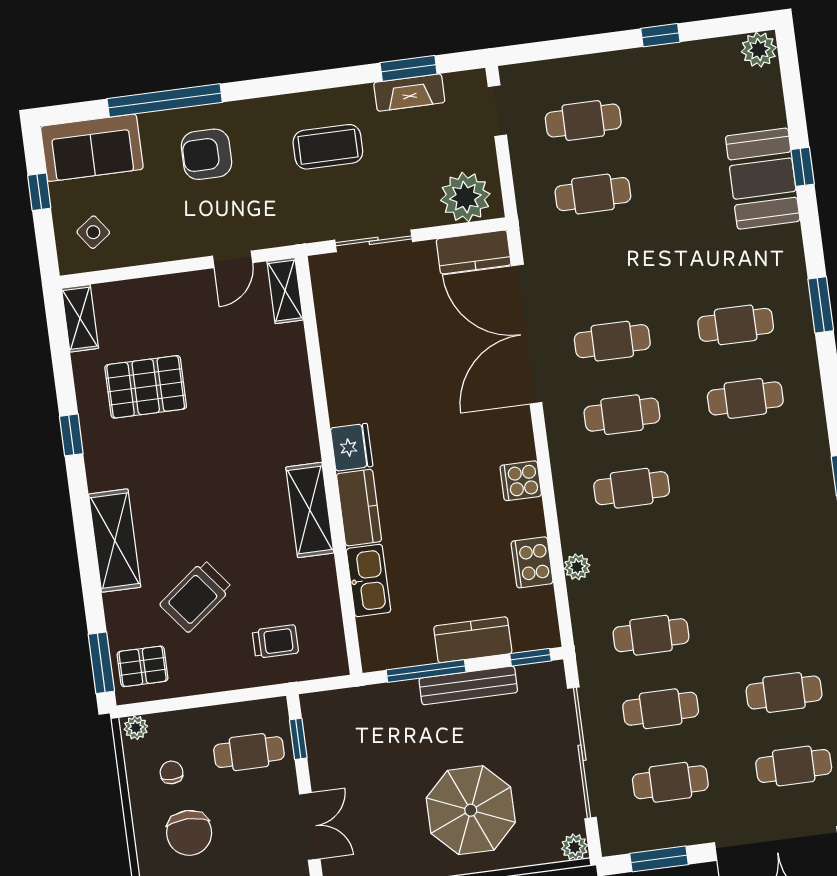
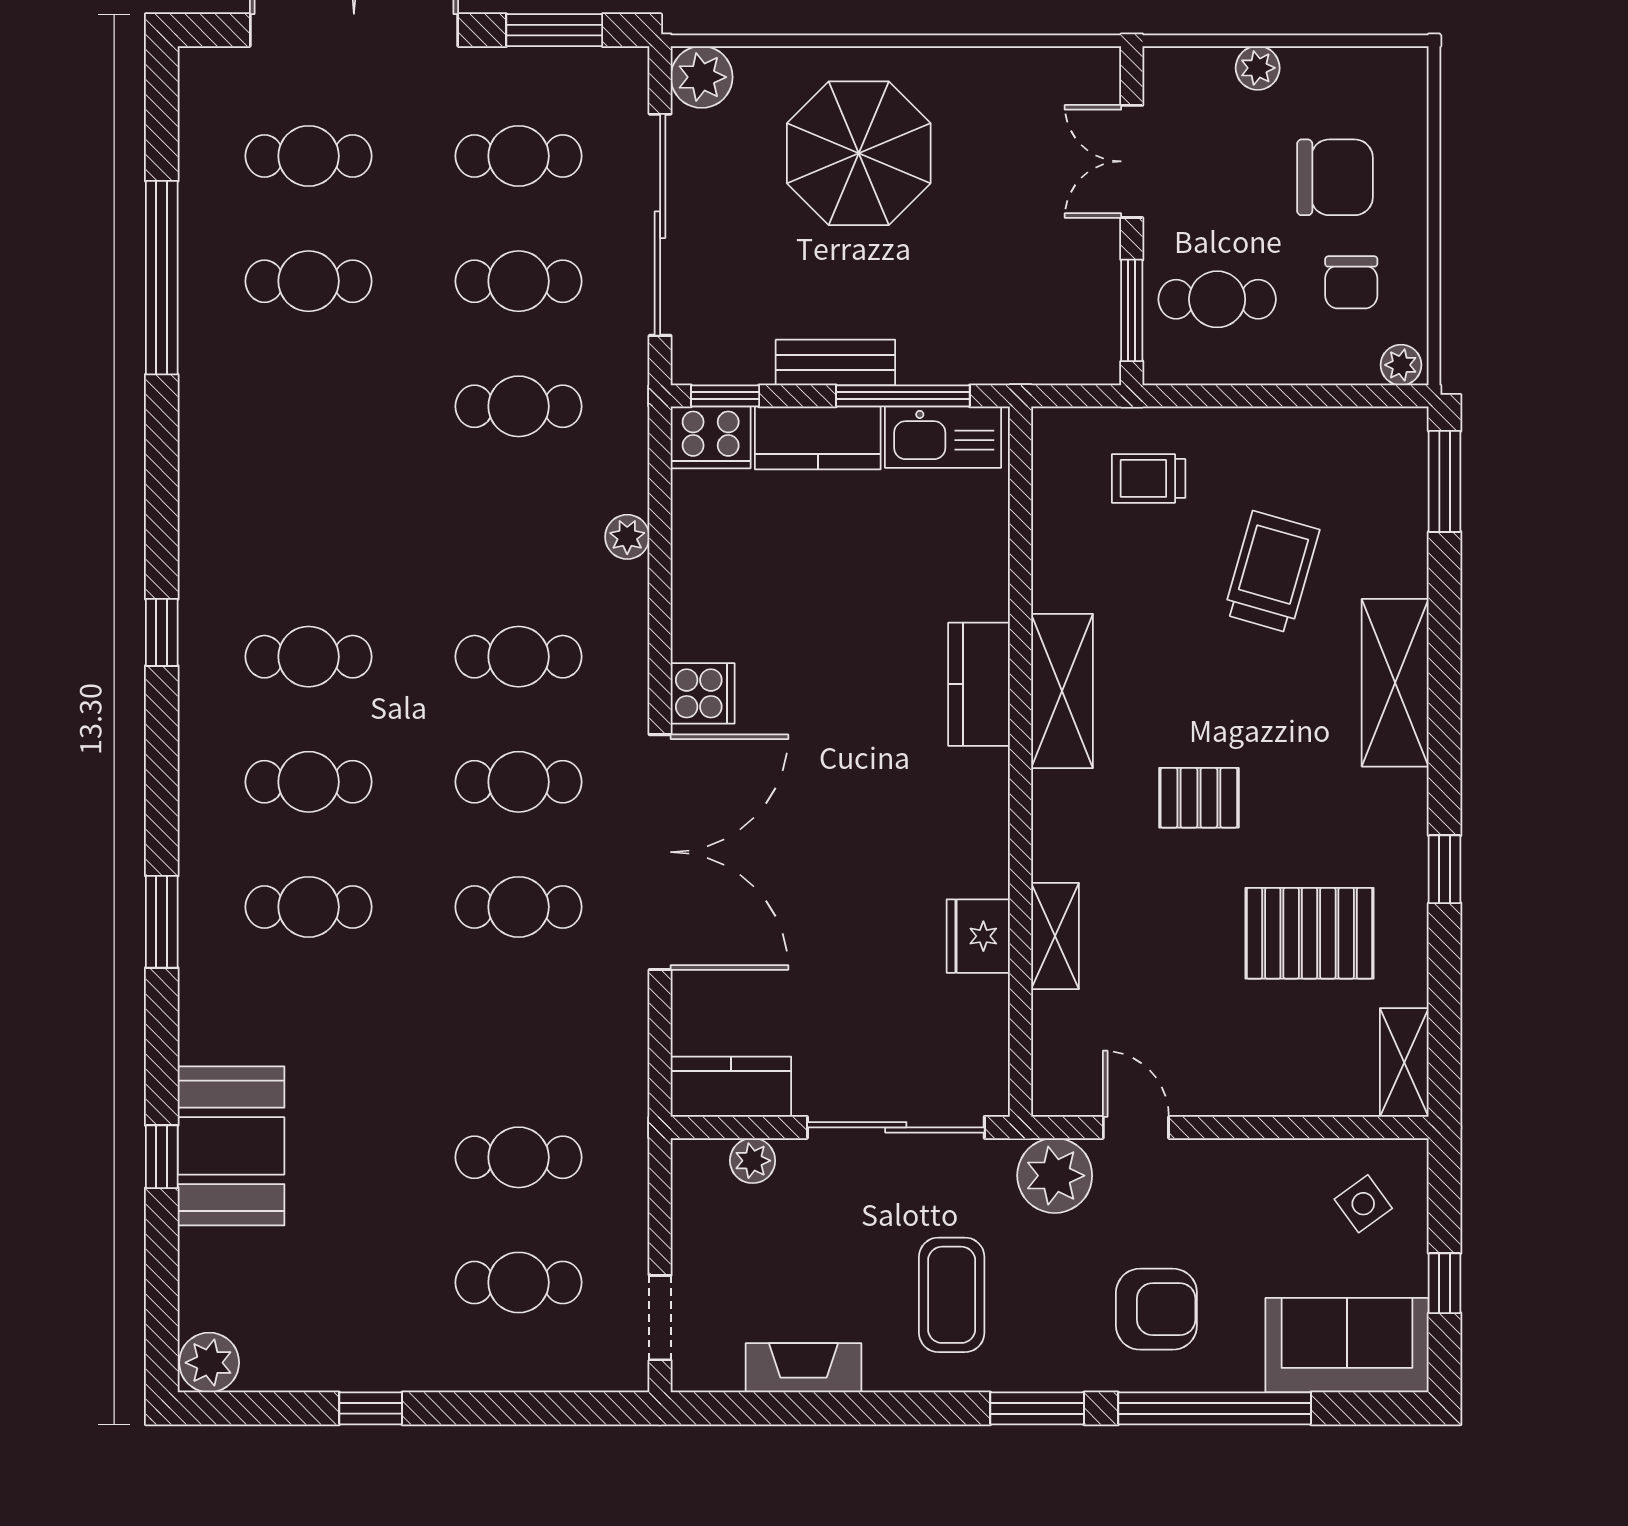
window: (409, 68) -> (1037, 1408), moved
coffee table: (328, 147) -> (952, 1295), turned 90
plant: (465, 197) -> (753, 1161), width x0.53, depth x0.53
plant: (277, 225) -> (1055, 1176), added
sliding door: (374, 241) -> (896, 1127), width x1.37
door: (233, 259) -> (1136, 1127), hinge flipped
shelving: (285, 291) -> (1055, 936), moved
double door: (527, 334) -> (660, 852), moved
fridge: (352, 447) -> (978, 936), moved
cafe table: (755, 472) -> (309, 657), added
cooker: (532, 562) -> (711, 437), moved, turned 90
kitchen sink: (368, 580) -> (943, 437), moved, turned -90
trolley: (196, 596) -> (1271, 572), turned -36
pallet: (143, 666) -> (1199, 798), moved
bench: (468, 685) -> (835, 362), width x0.73
window: (298, 739) -> (1132, 310), width x1.50
chair: (171, 772) -> (1351, 282), width x1.37, depth x1.37
chair: (189, 833) -> (1335, 177), turned 90
plant: (575, 847) -> (702, 77), width x1.38, depth x1.38

